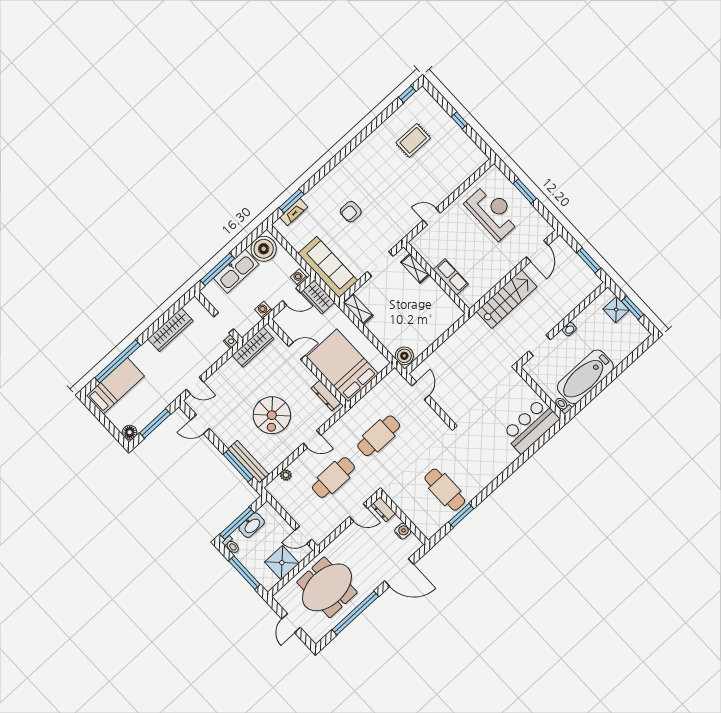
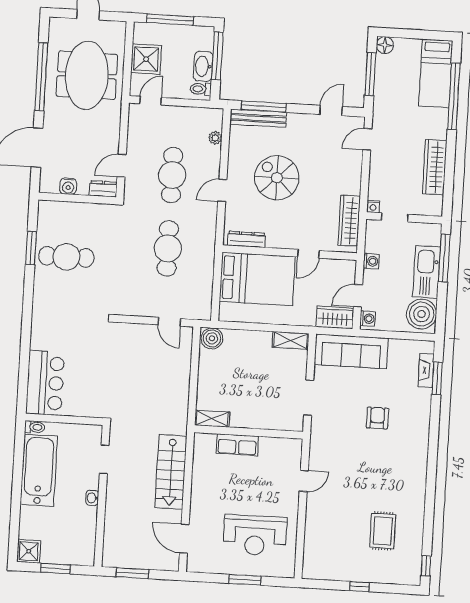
shelving: (415, 268) -> (212, 419), moved
shower: (616, 310) -> (29, 551), moved
toilet: (231, 545) -> (201, 89), moved

